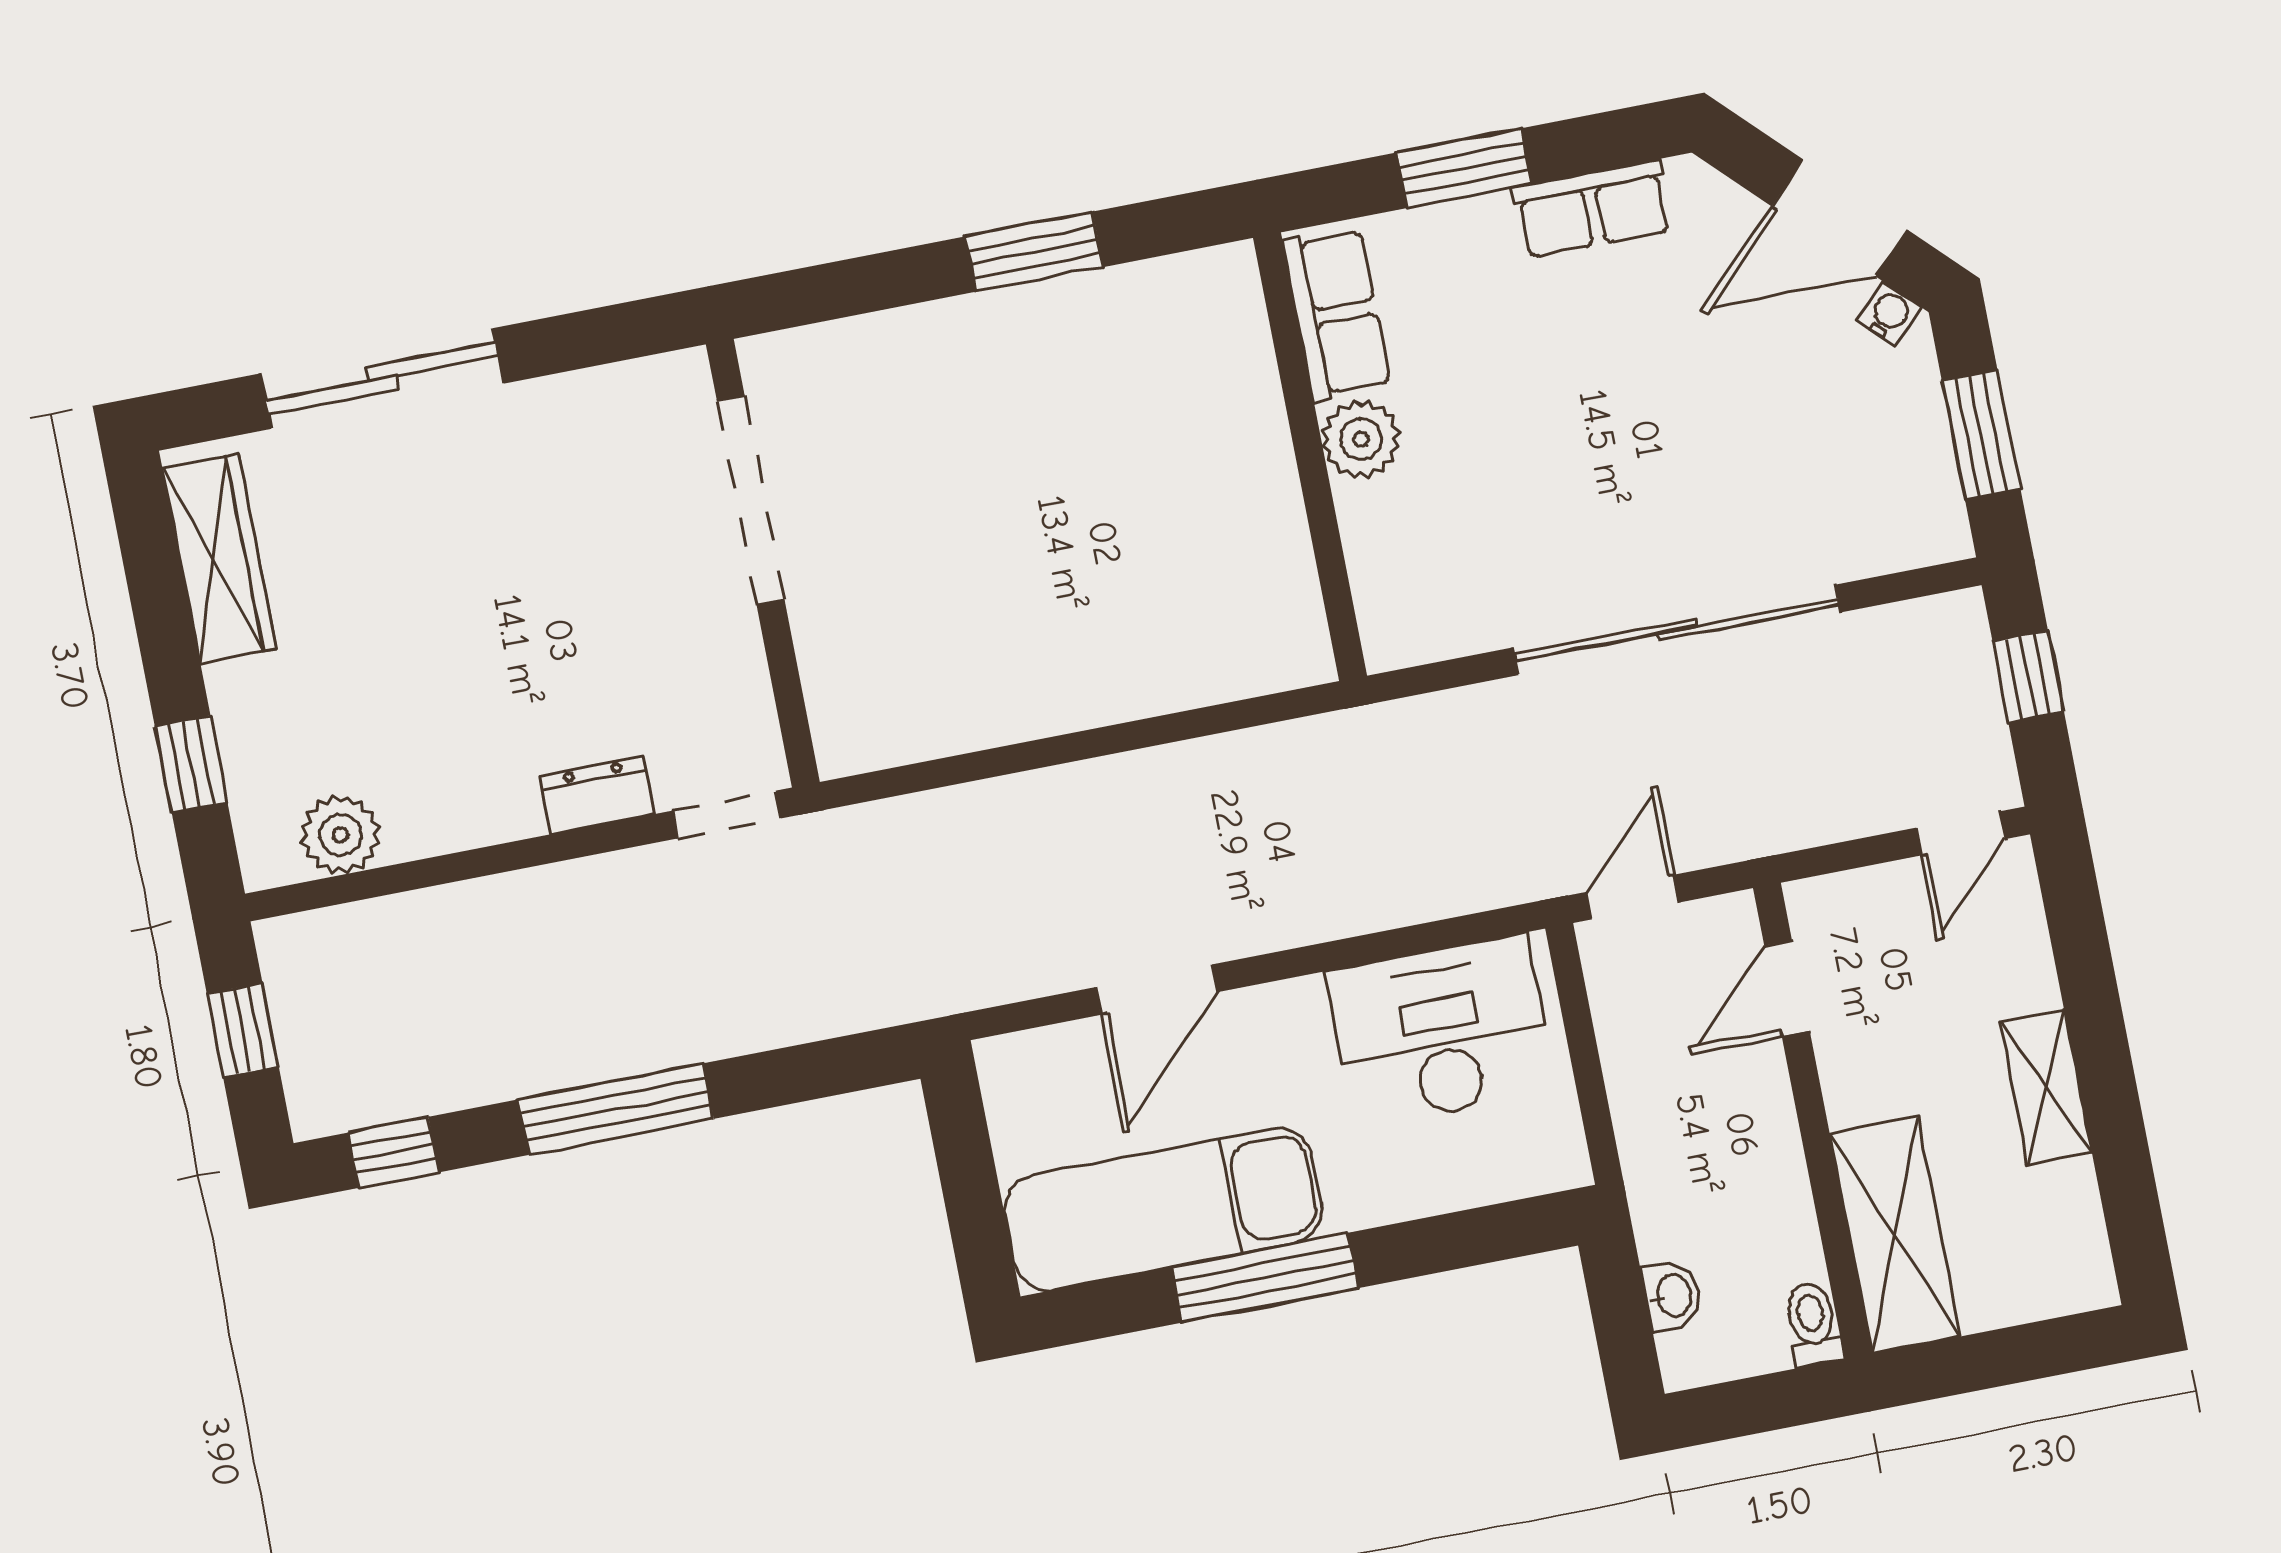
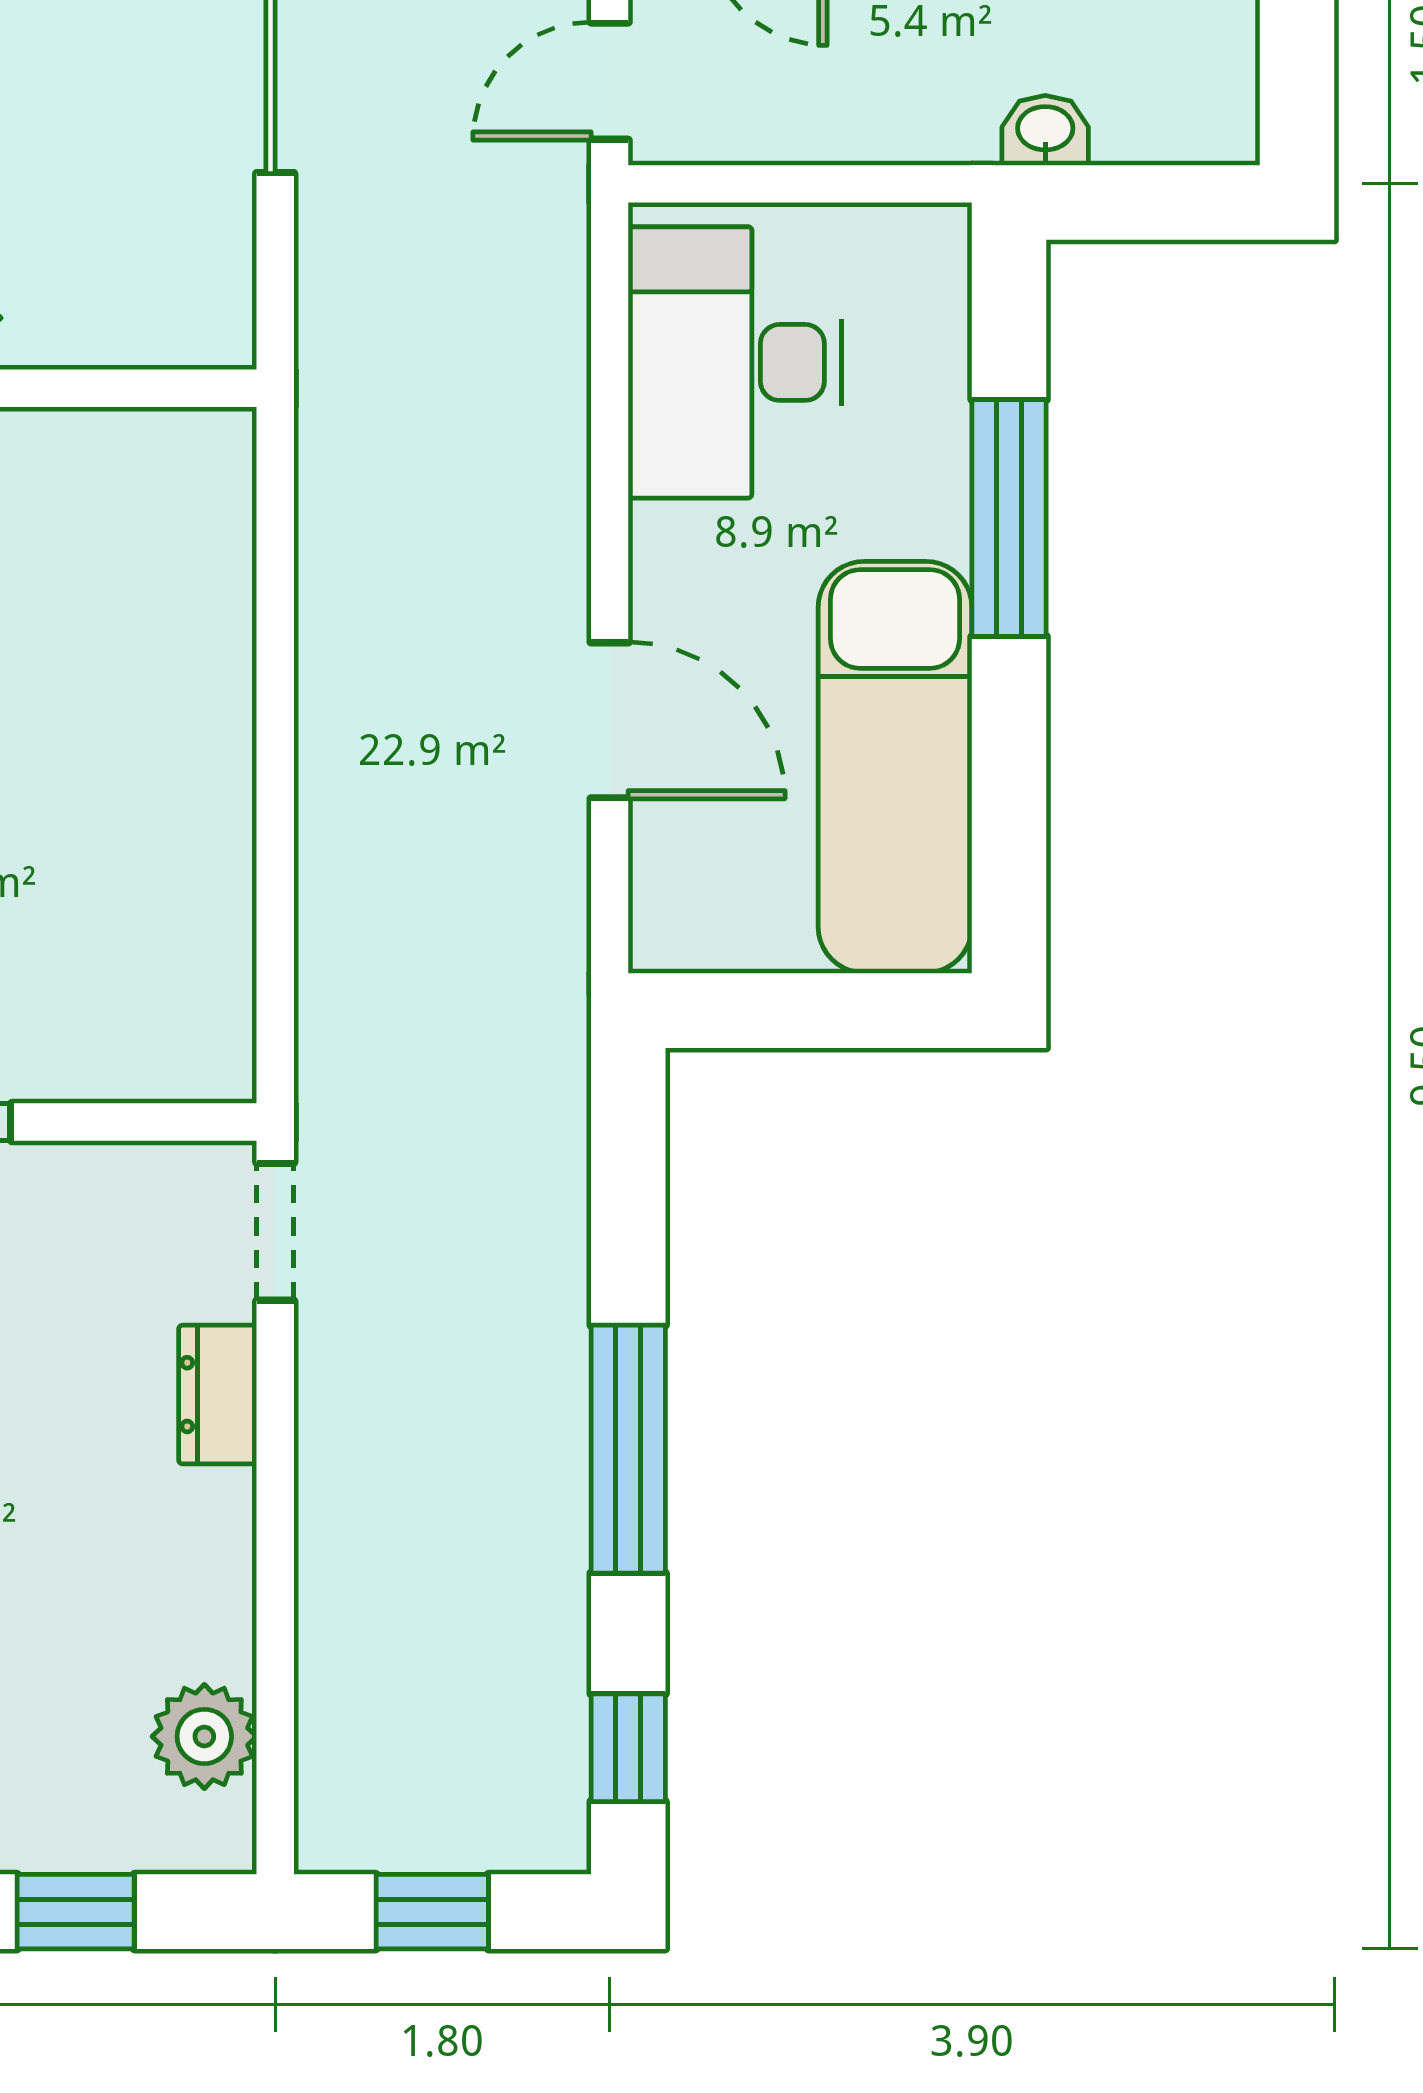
door: (1633, 897) -> (610, 81), hinge flipped
window: (1265, 1278) -> (1009, 518), moved
washbasin: (1673, 1296) -> (1045, 130), moved

